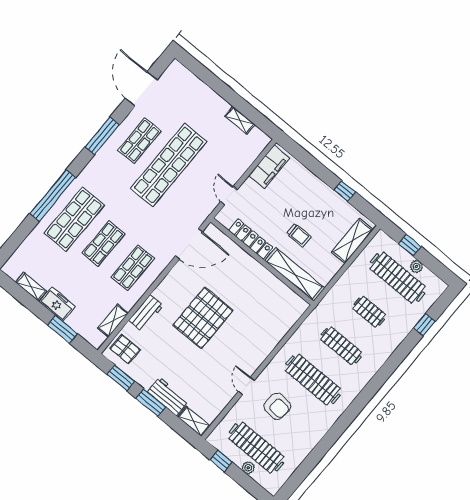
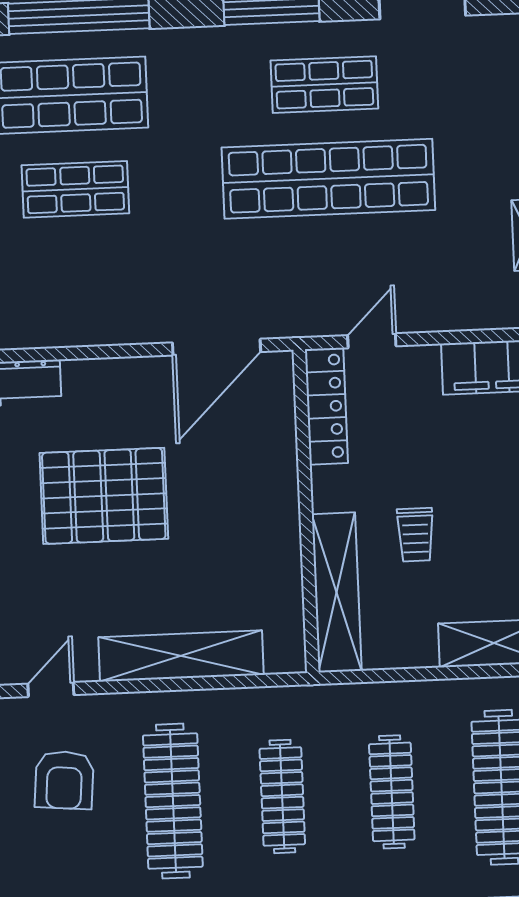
locker: (251, 239) -> (326, 406), moved
door: (189, 244) -> (217, 347), hinge flipped
shop shelf: (133, 268) -> (79, 283), removed
clothes rail: (369, 312) -> (392, 792), width x1.36
shelving: (272, 338) -> (181, 656), added

